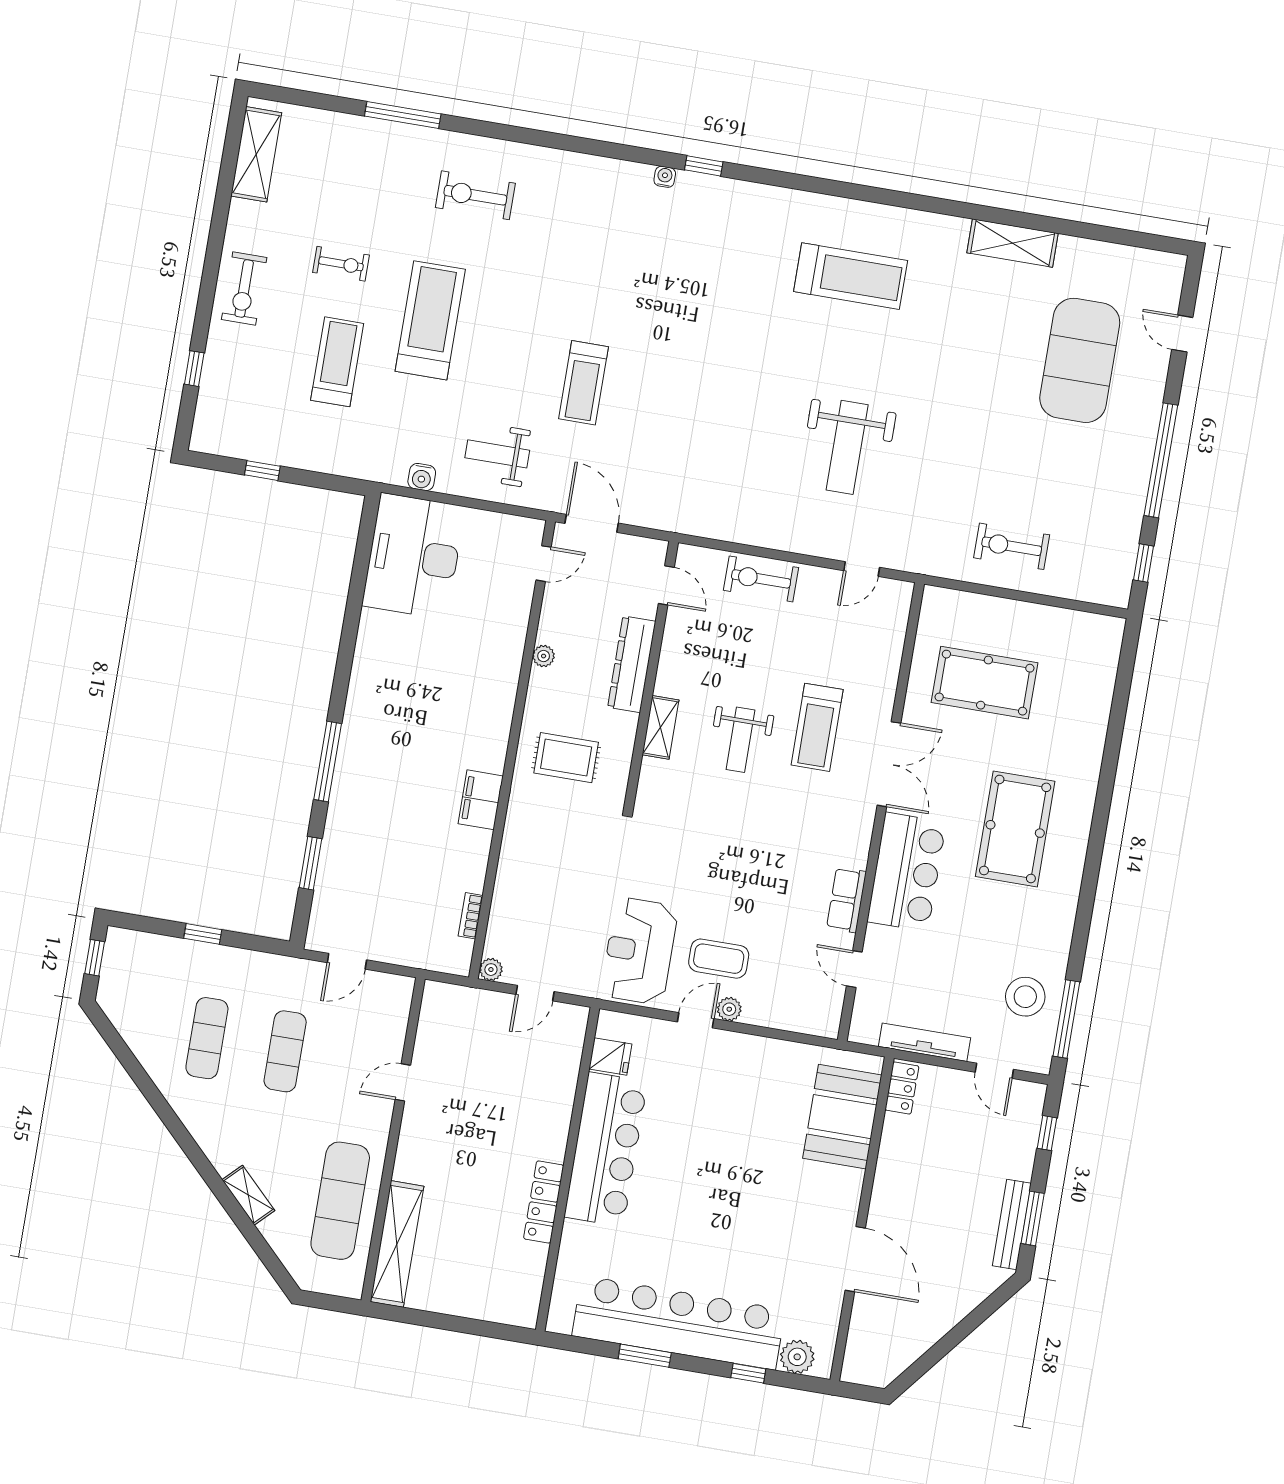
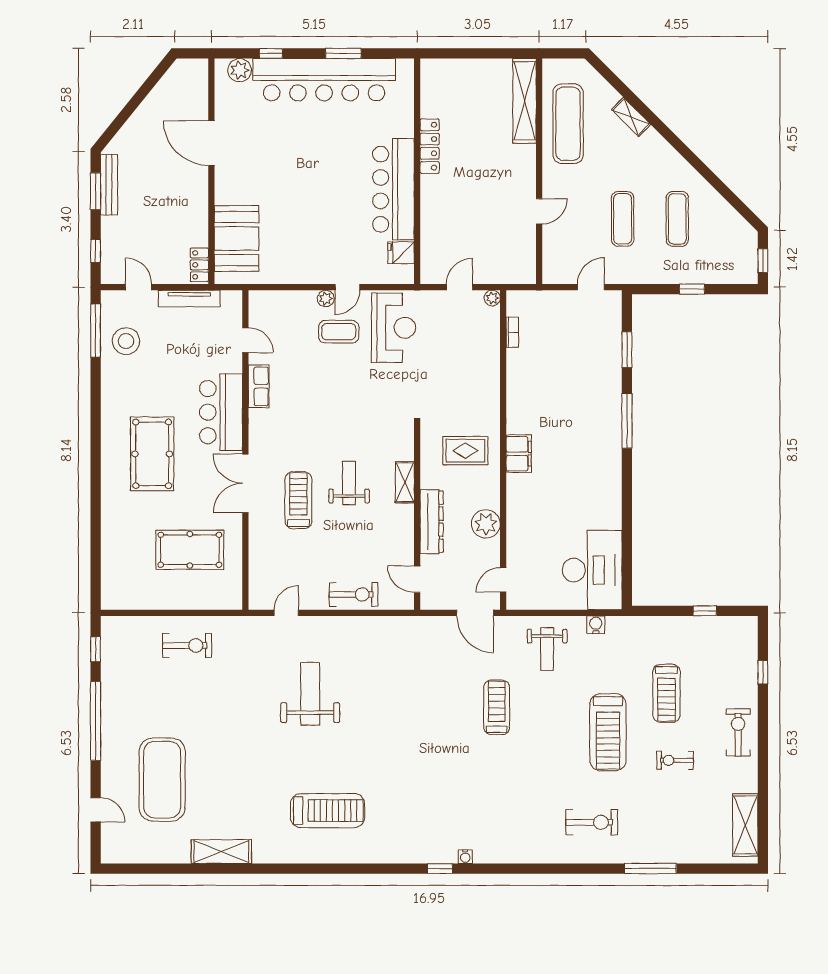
treadmill: (851, 276) -> (328, 811), turned 180
weight bench: (497, 454) -> (547, 649), turned 90
plant: (544, 656) -> (486, 524), width x1.88, depth x1.88
filing cabinet: (481, 800) -> (519, 454), moved

